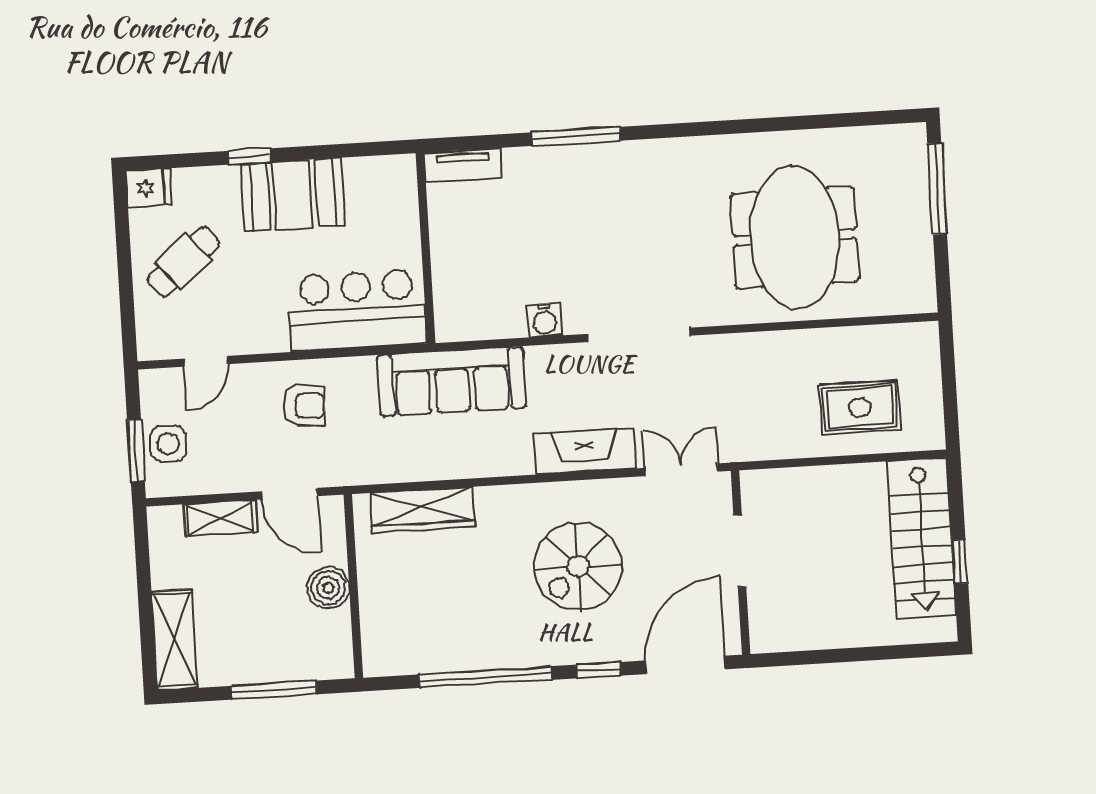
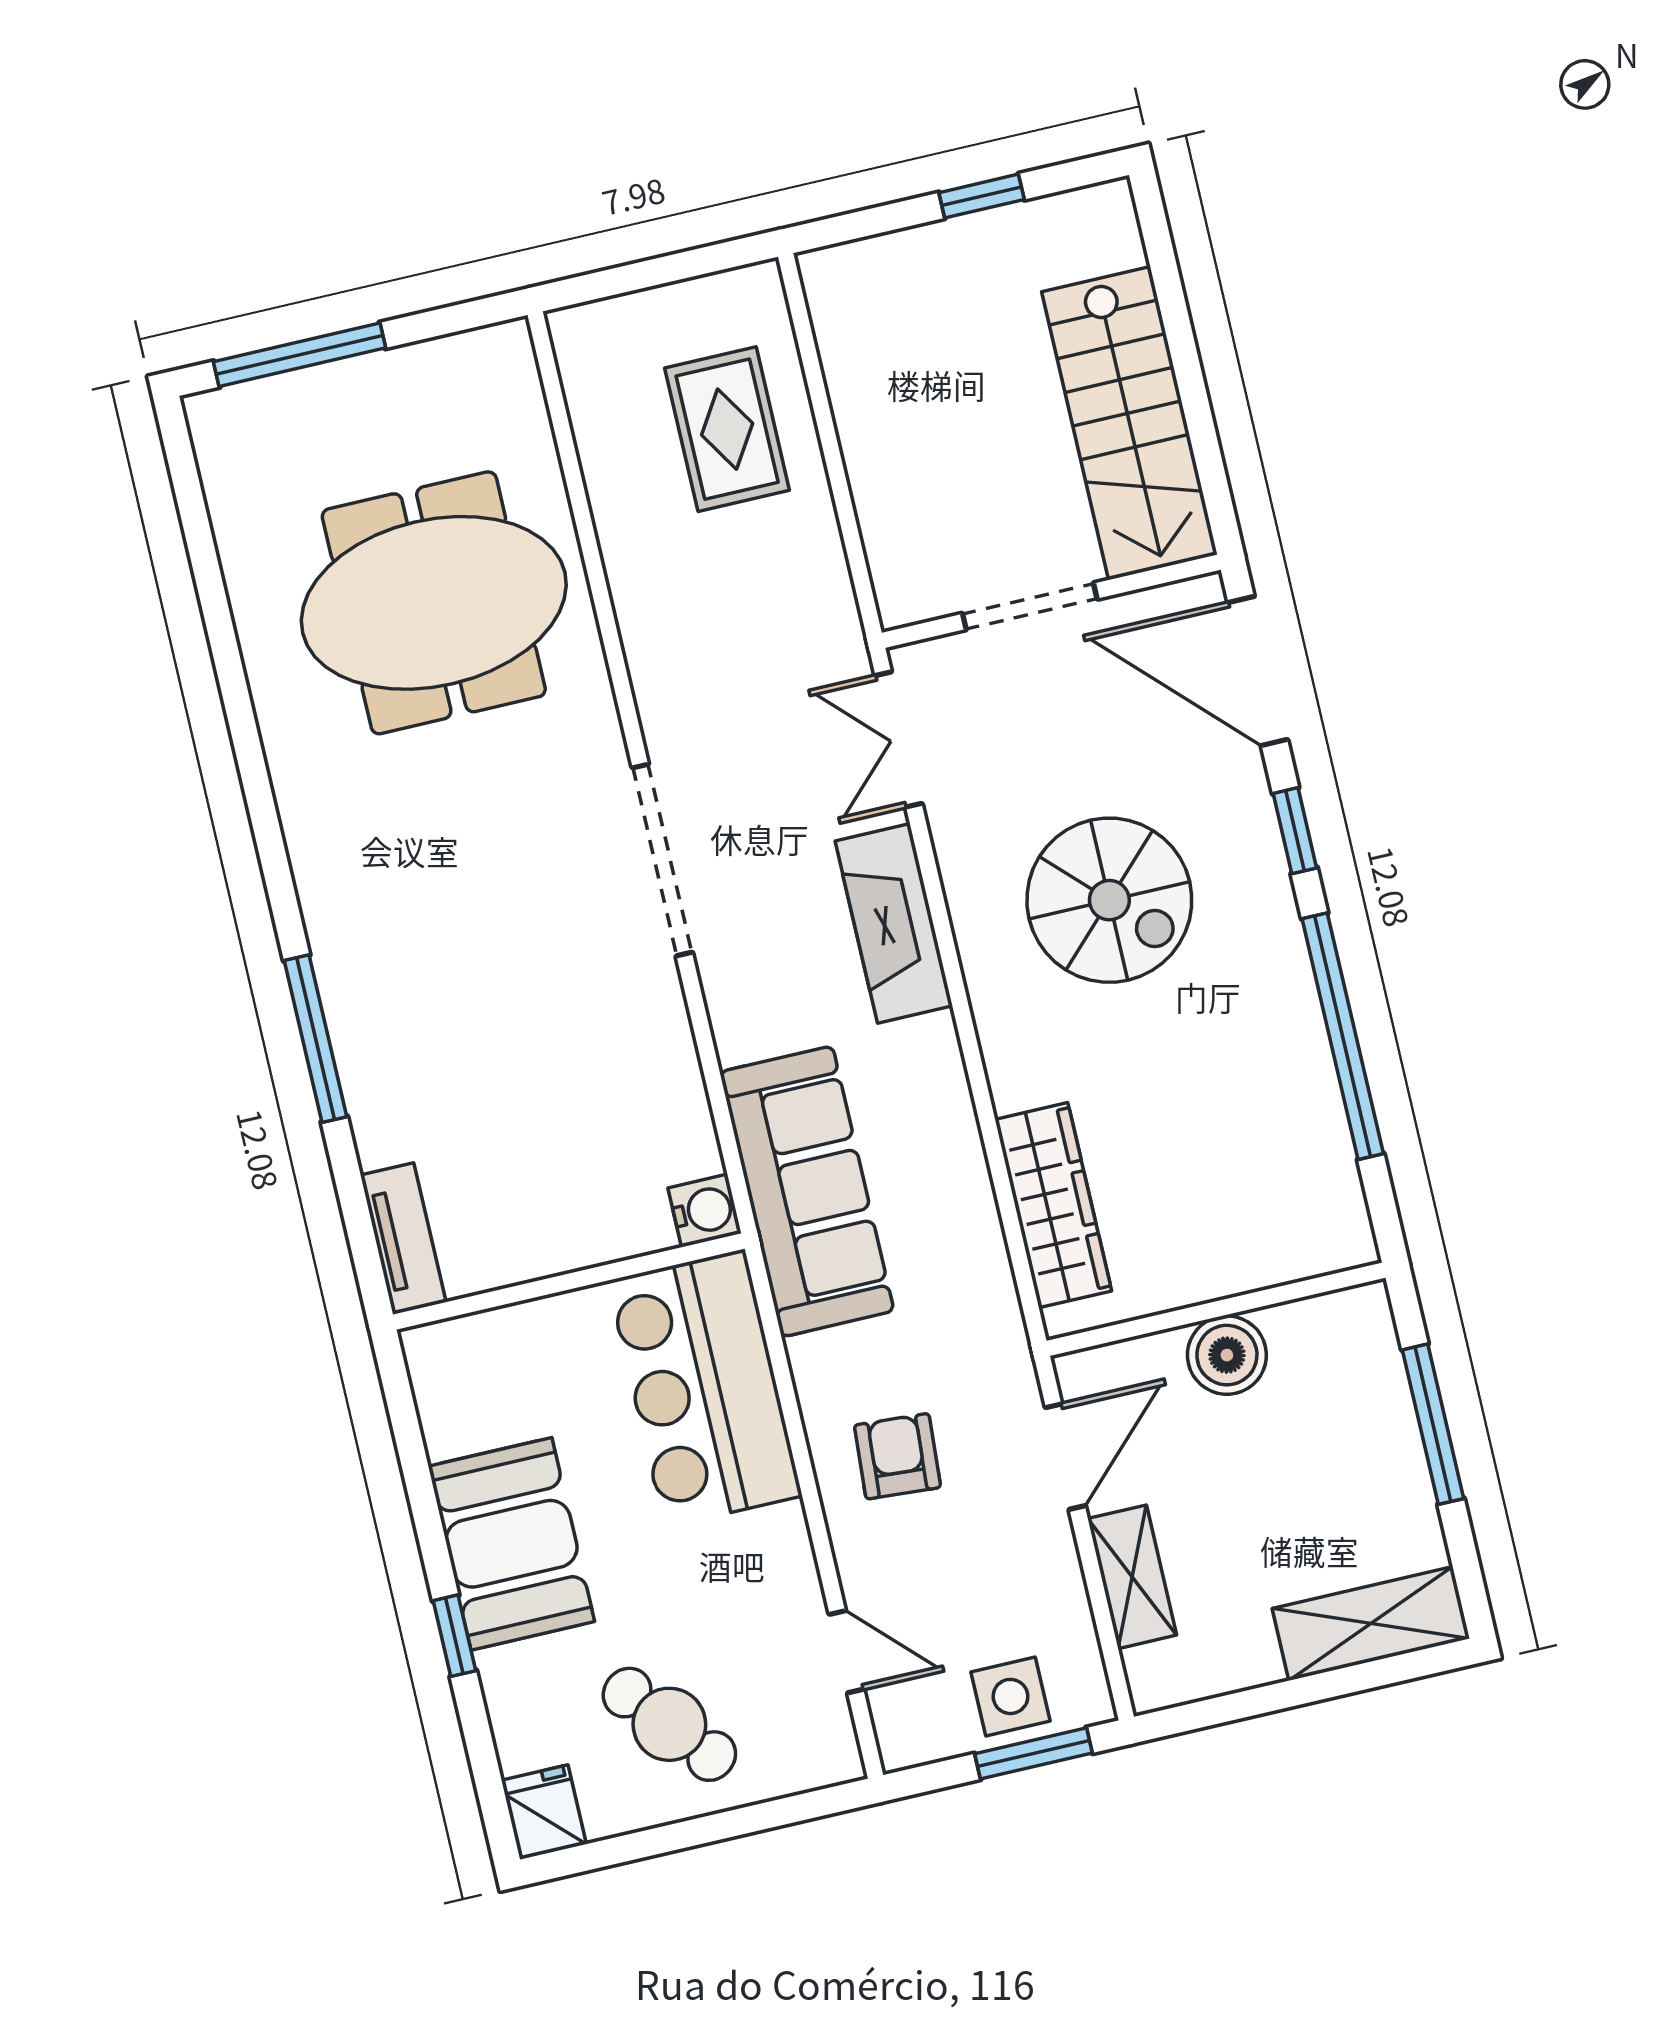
water cooler: (545, 320) -> (705, 1211), moved
stairs: (922, 538) -> (1129, 423), moved, turned 90

